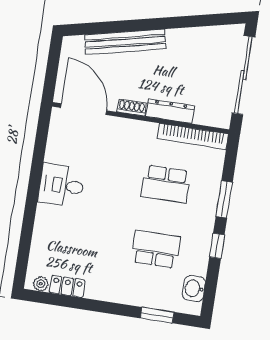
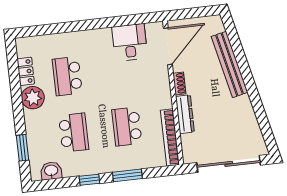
desk: (62, 185) -> (130, 42), moved
school desk: (87, 239) -> (67, 76), added
plant: (41, 284) -> (33, 98), moved, width x1.88, depth x1.88

